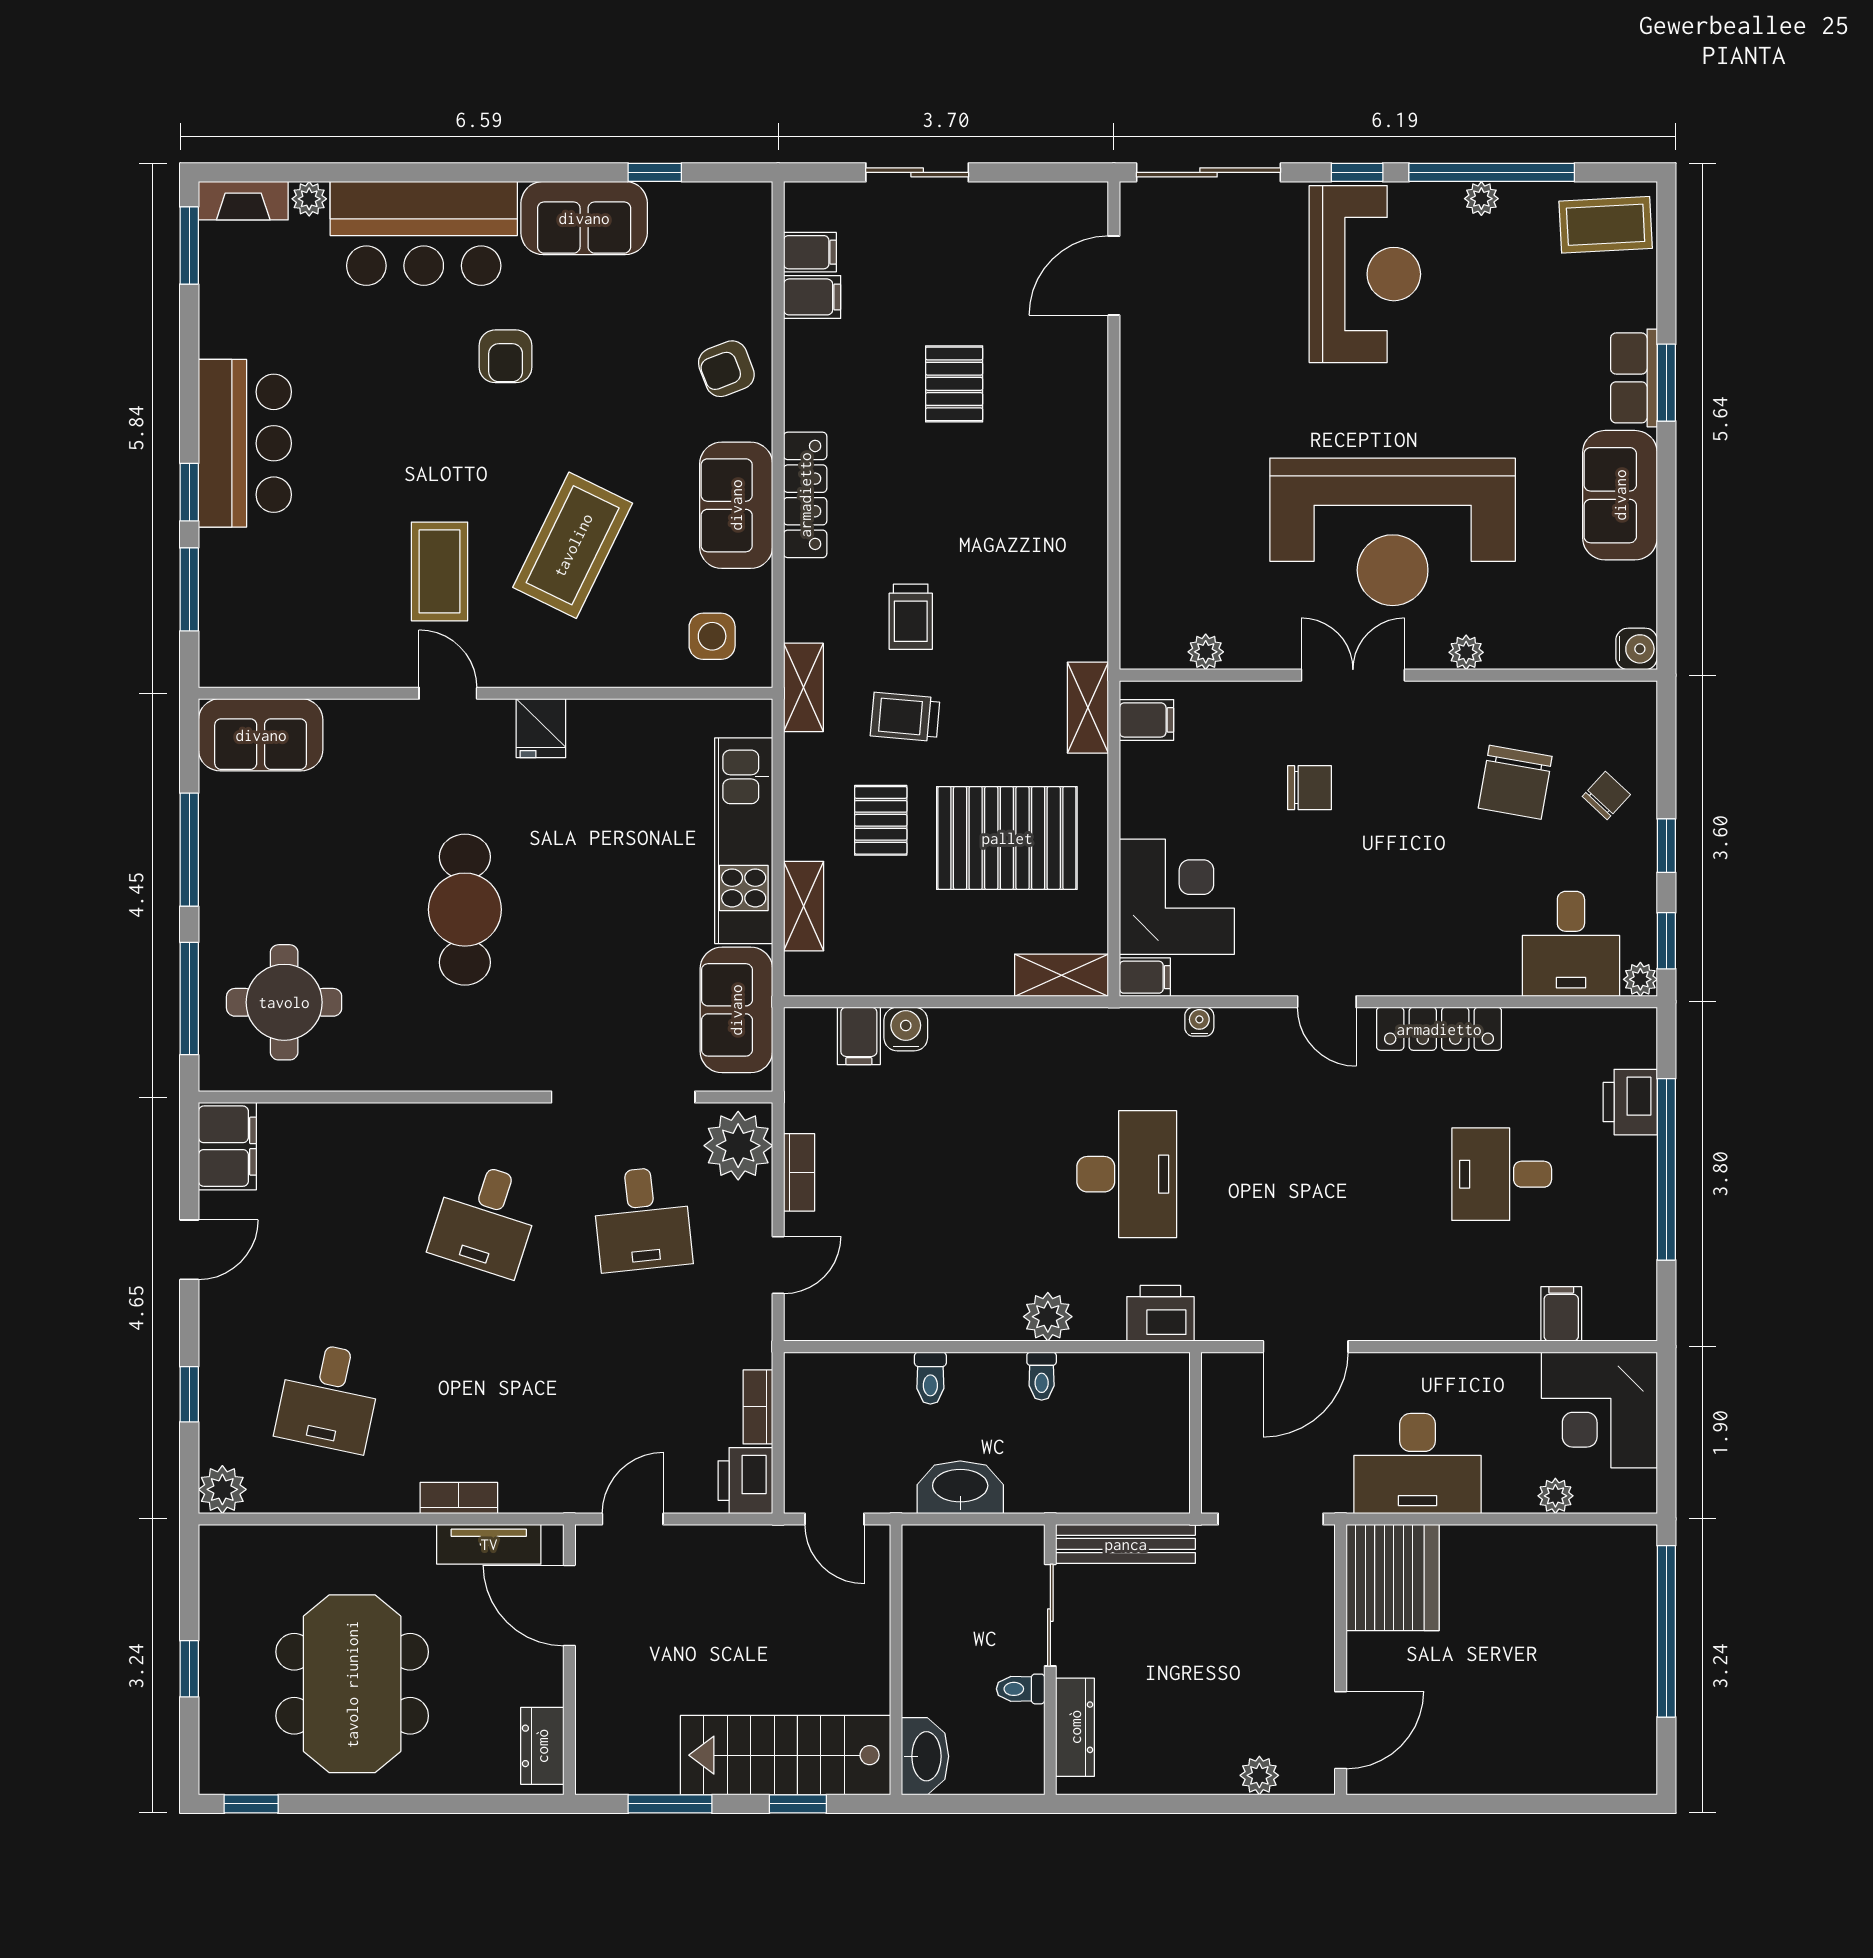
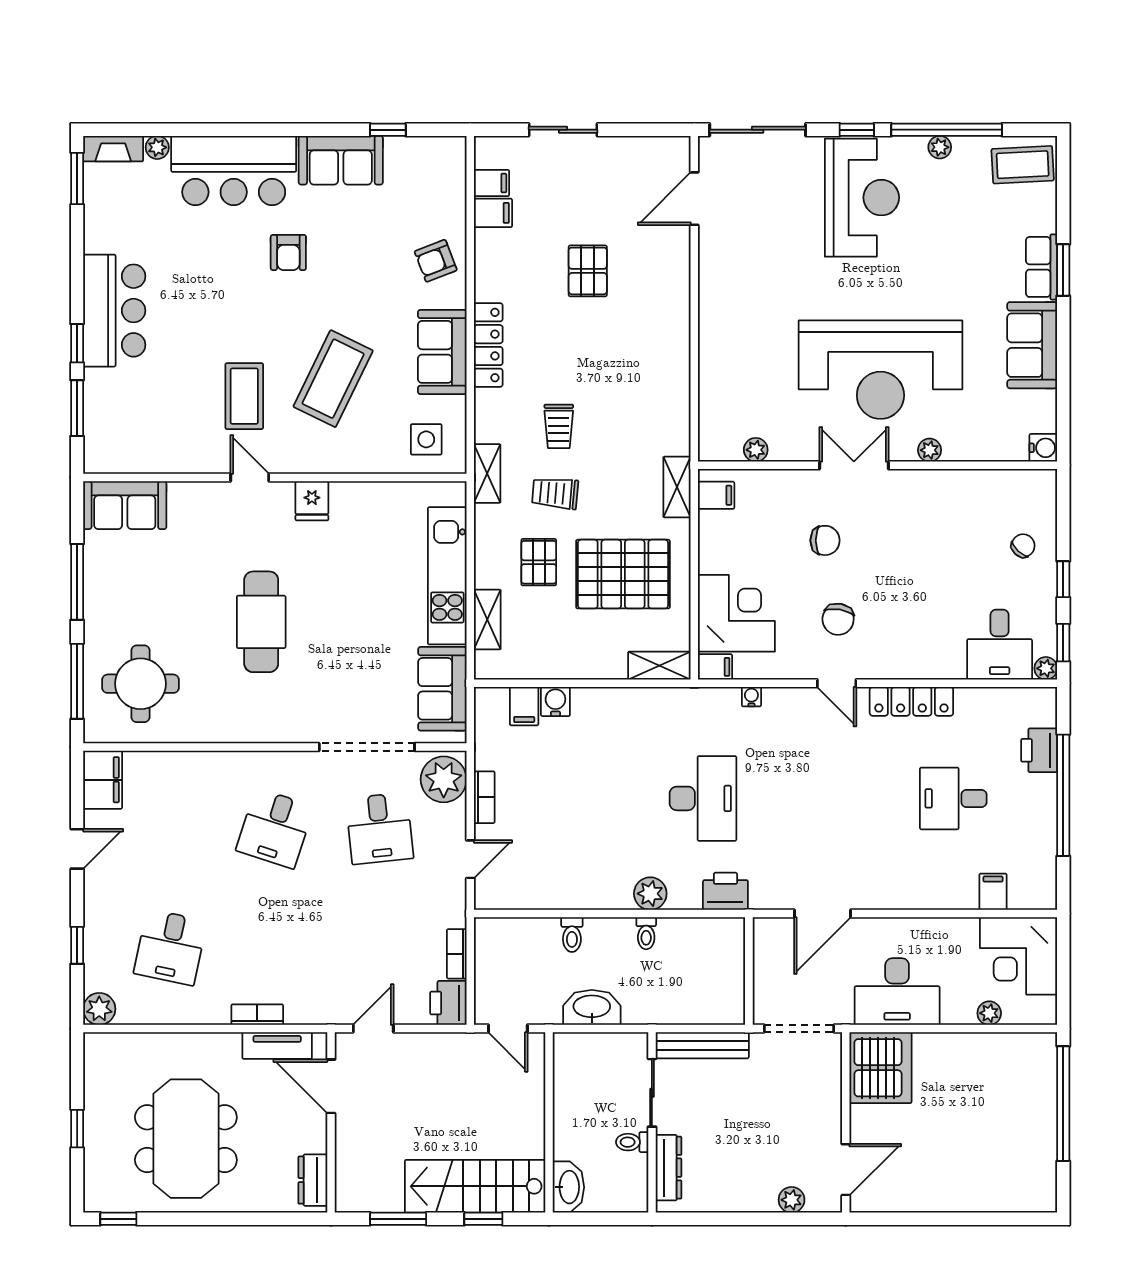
chair: (1515, 782) -> (838, 619), moved, width x0.73, depth x0.73

